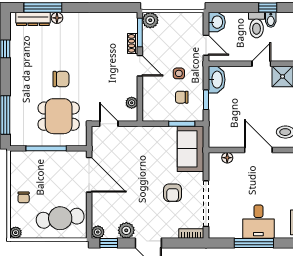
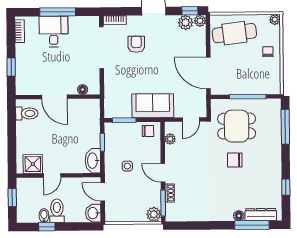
chair: (182, 97) -> (148, 131), moved
door: (109, 124) -> (191, 120), hinge flipped
sofa: (191, 149) -> (153, 106), moved, turned -90
armchair: (173, 193) -> (136, 44), moved
plant: (126, 230) -> (186, 22), moved

